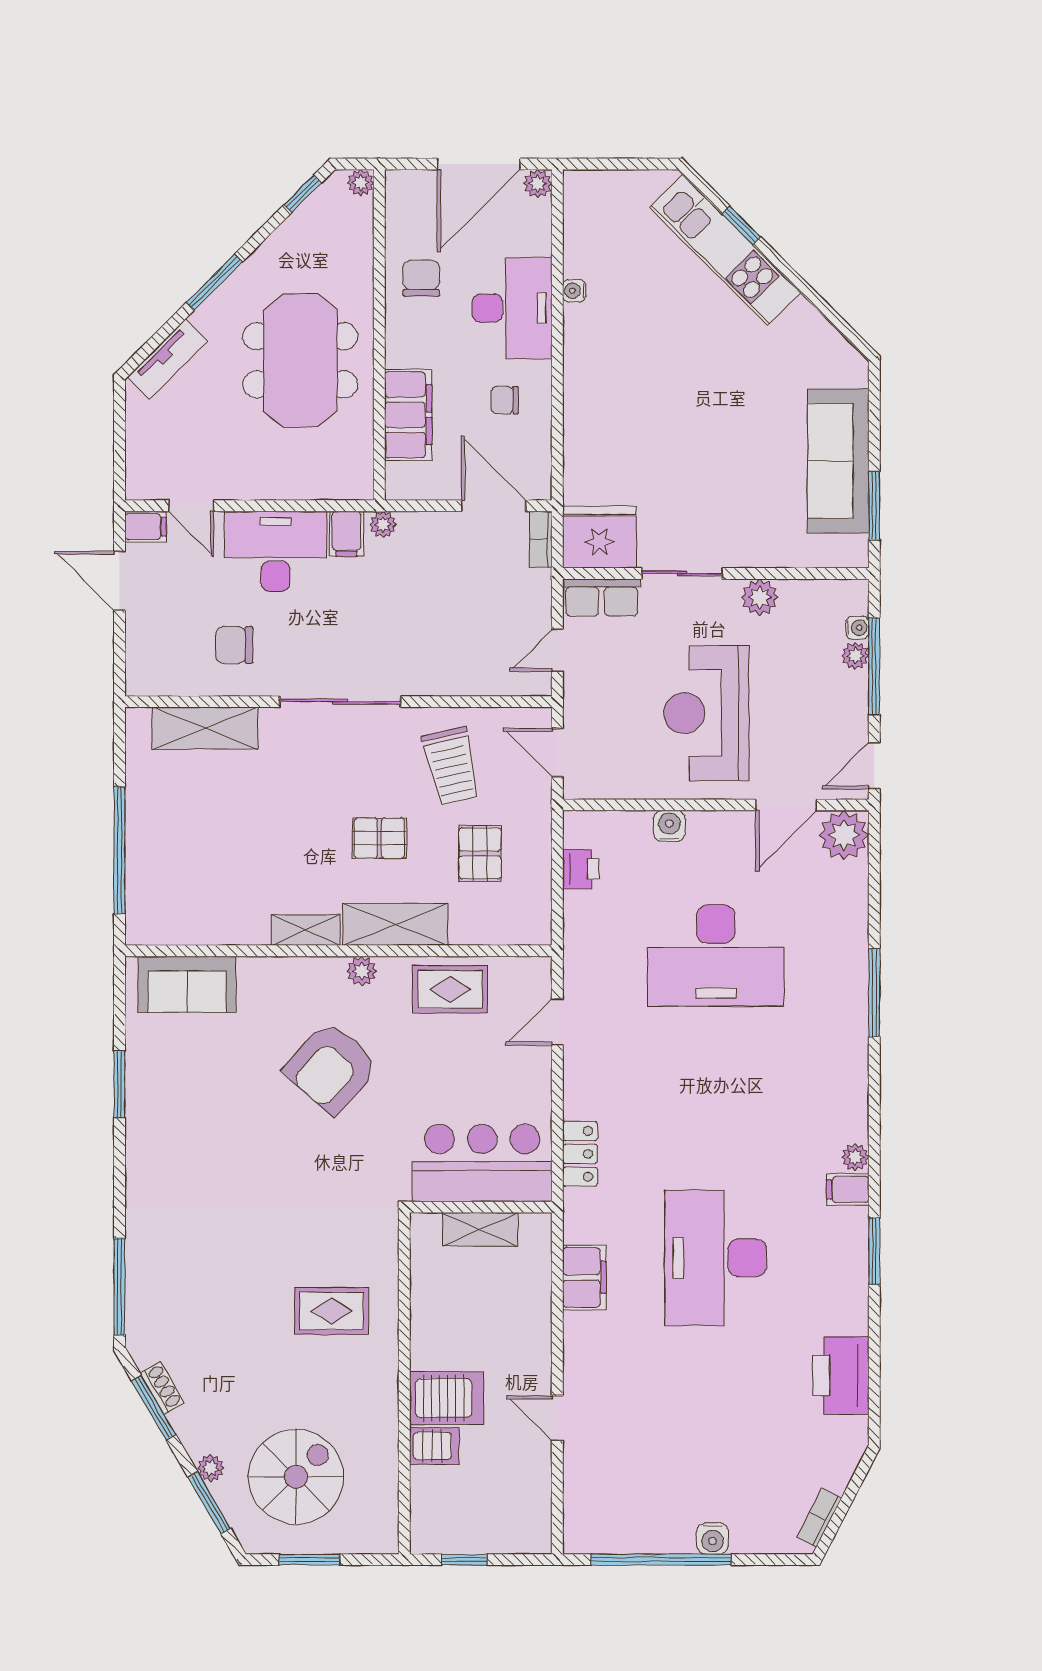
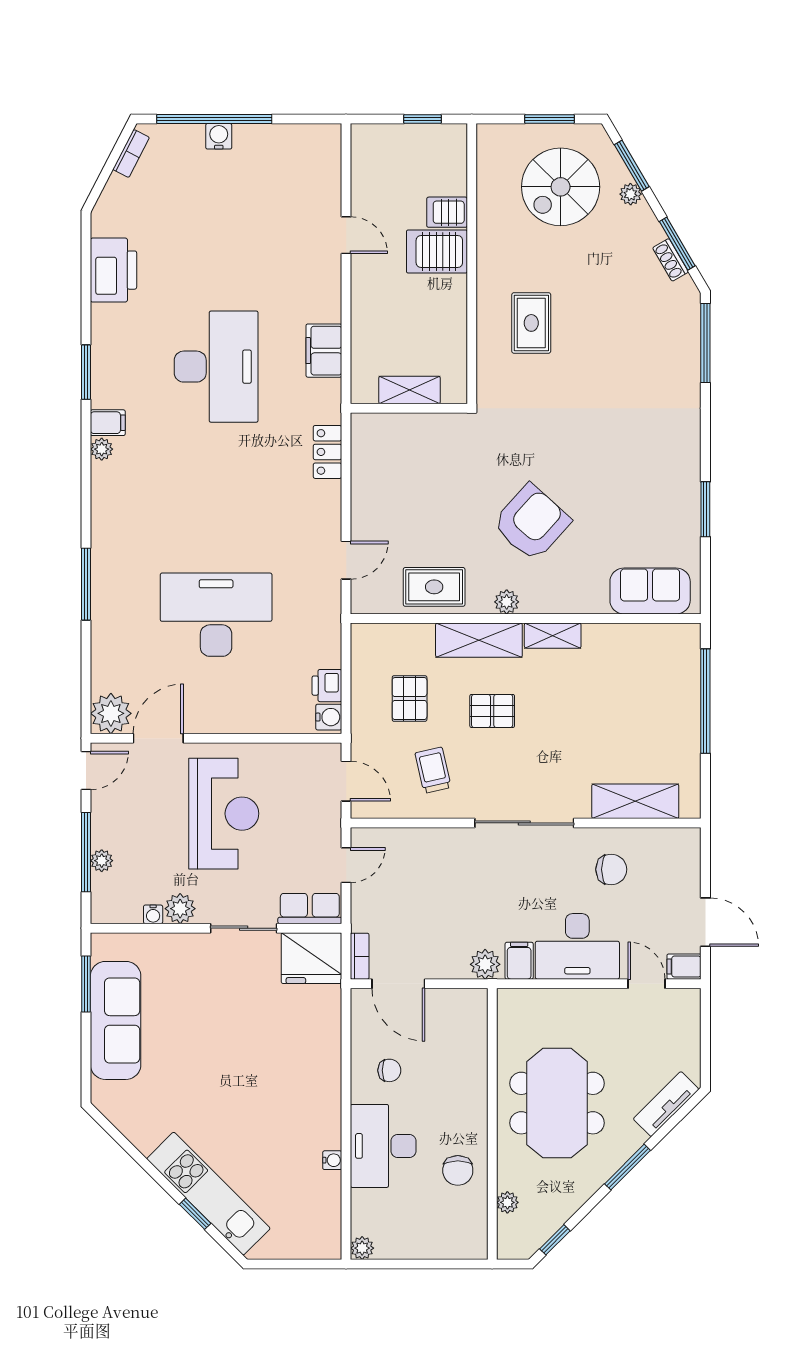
door: (479, 164) -> (411, 1264), removed
plant: (361, 183) -> (507, 1202), moved
filing cabinet: (408, 415) -> (468, 1058), removed
plant: (383, 524) -> (485, 964), width x1.38, depth x1.38
water cooler: (857, 628) -> (153, 914), moved, turned -90
trolley: (451, 766) -> (433, 770), width x0.73, depth x0.72
water cooler: (669, 826) -> (329, 717), moved, turned -90
bar counter: (482, 1163) -> (408, 444), removed
rug: (332, 1311) -> (531, 323), turned 90
window: (661, 1560) -> (214, 119), moved

